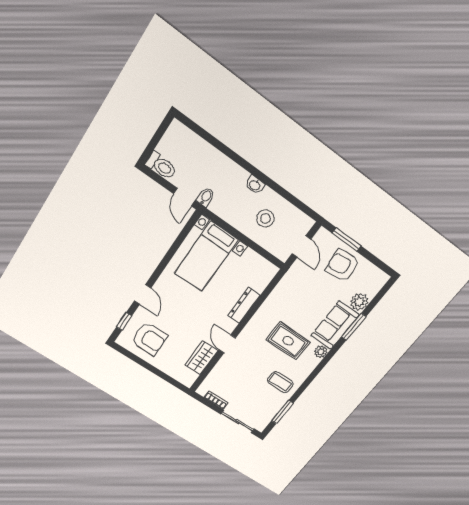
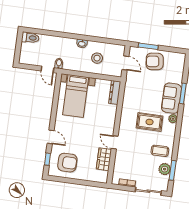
toilet: (161, 166) -> (30, 38), moved
plant: (359, 302) -> (165, 169), moved
dresser: (244, 305) -> (115, 92), moved

